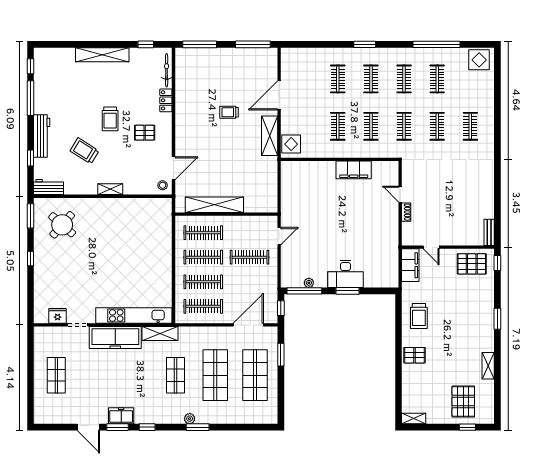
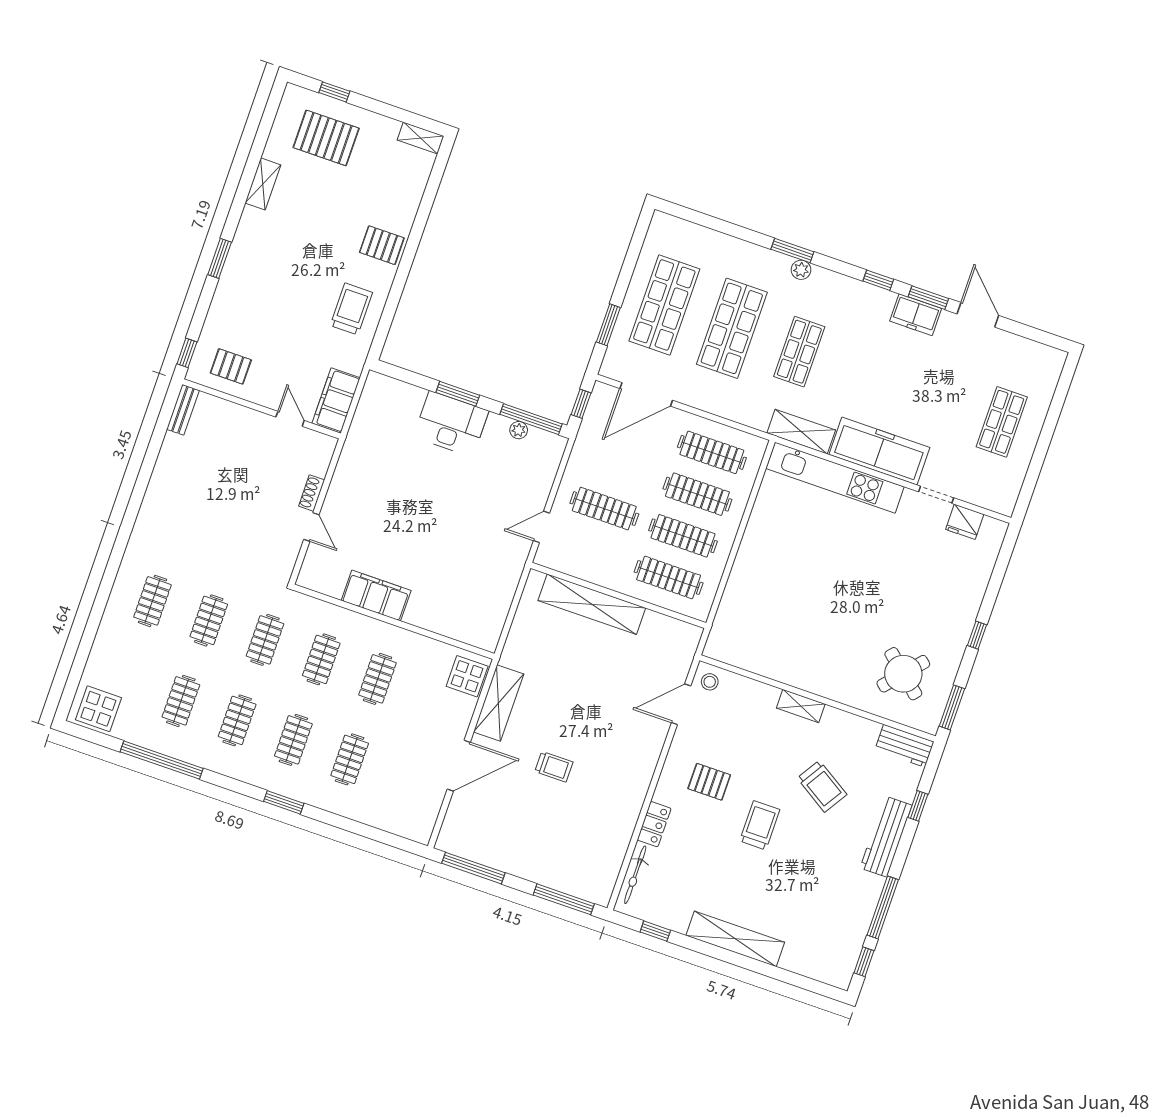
shelving: (214, 205) -> (592, 604), moved
pallet: (472, 264) -> (231, 366), width x0.67, depth x0.71
pallet: (463, 401) -> (326, 138), turned 90

